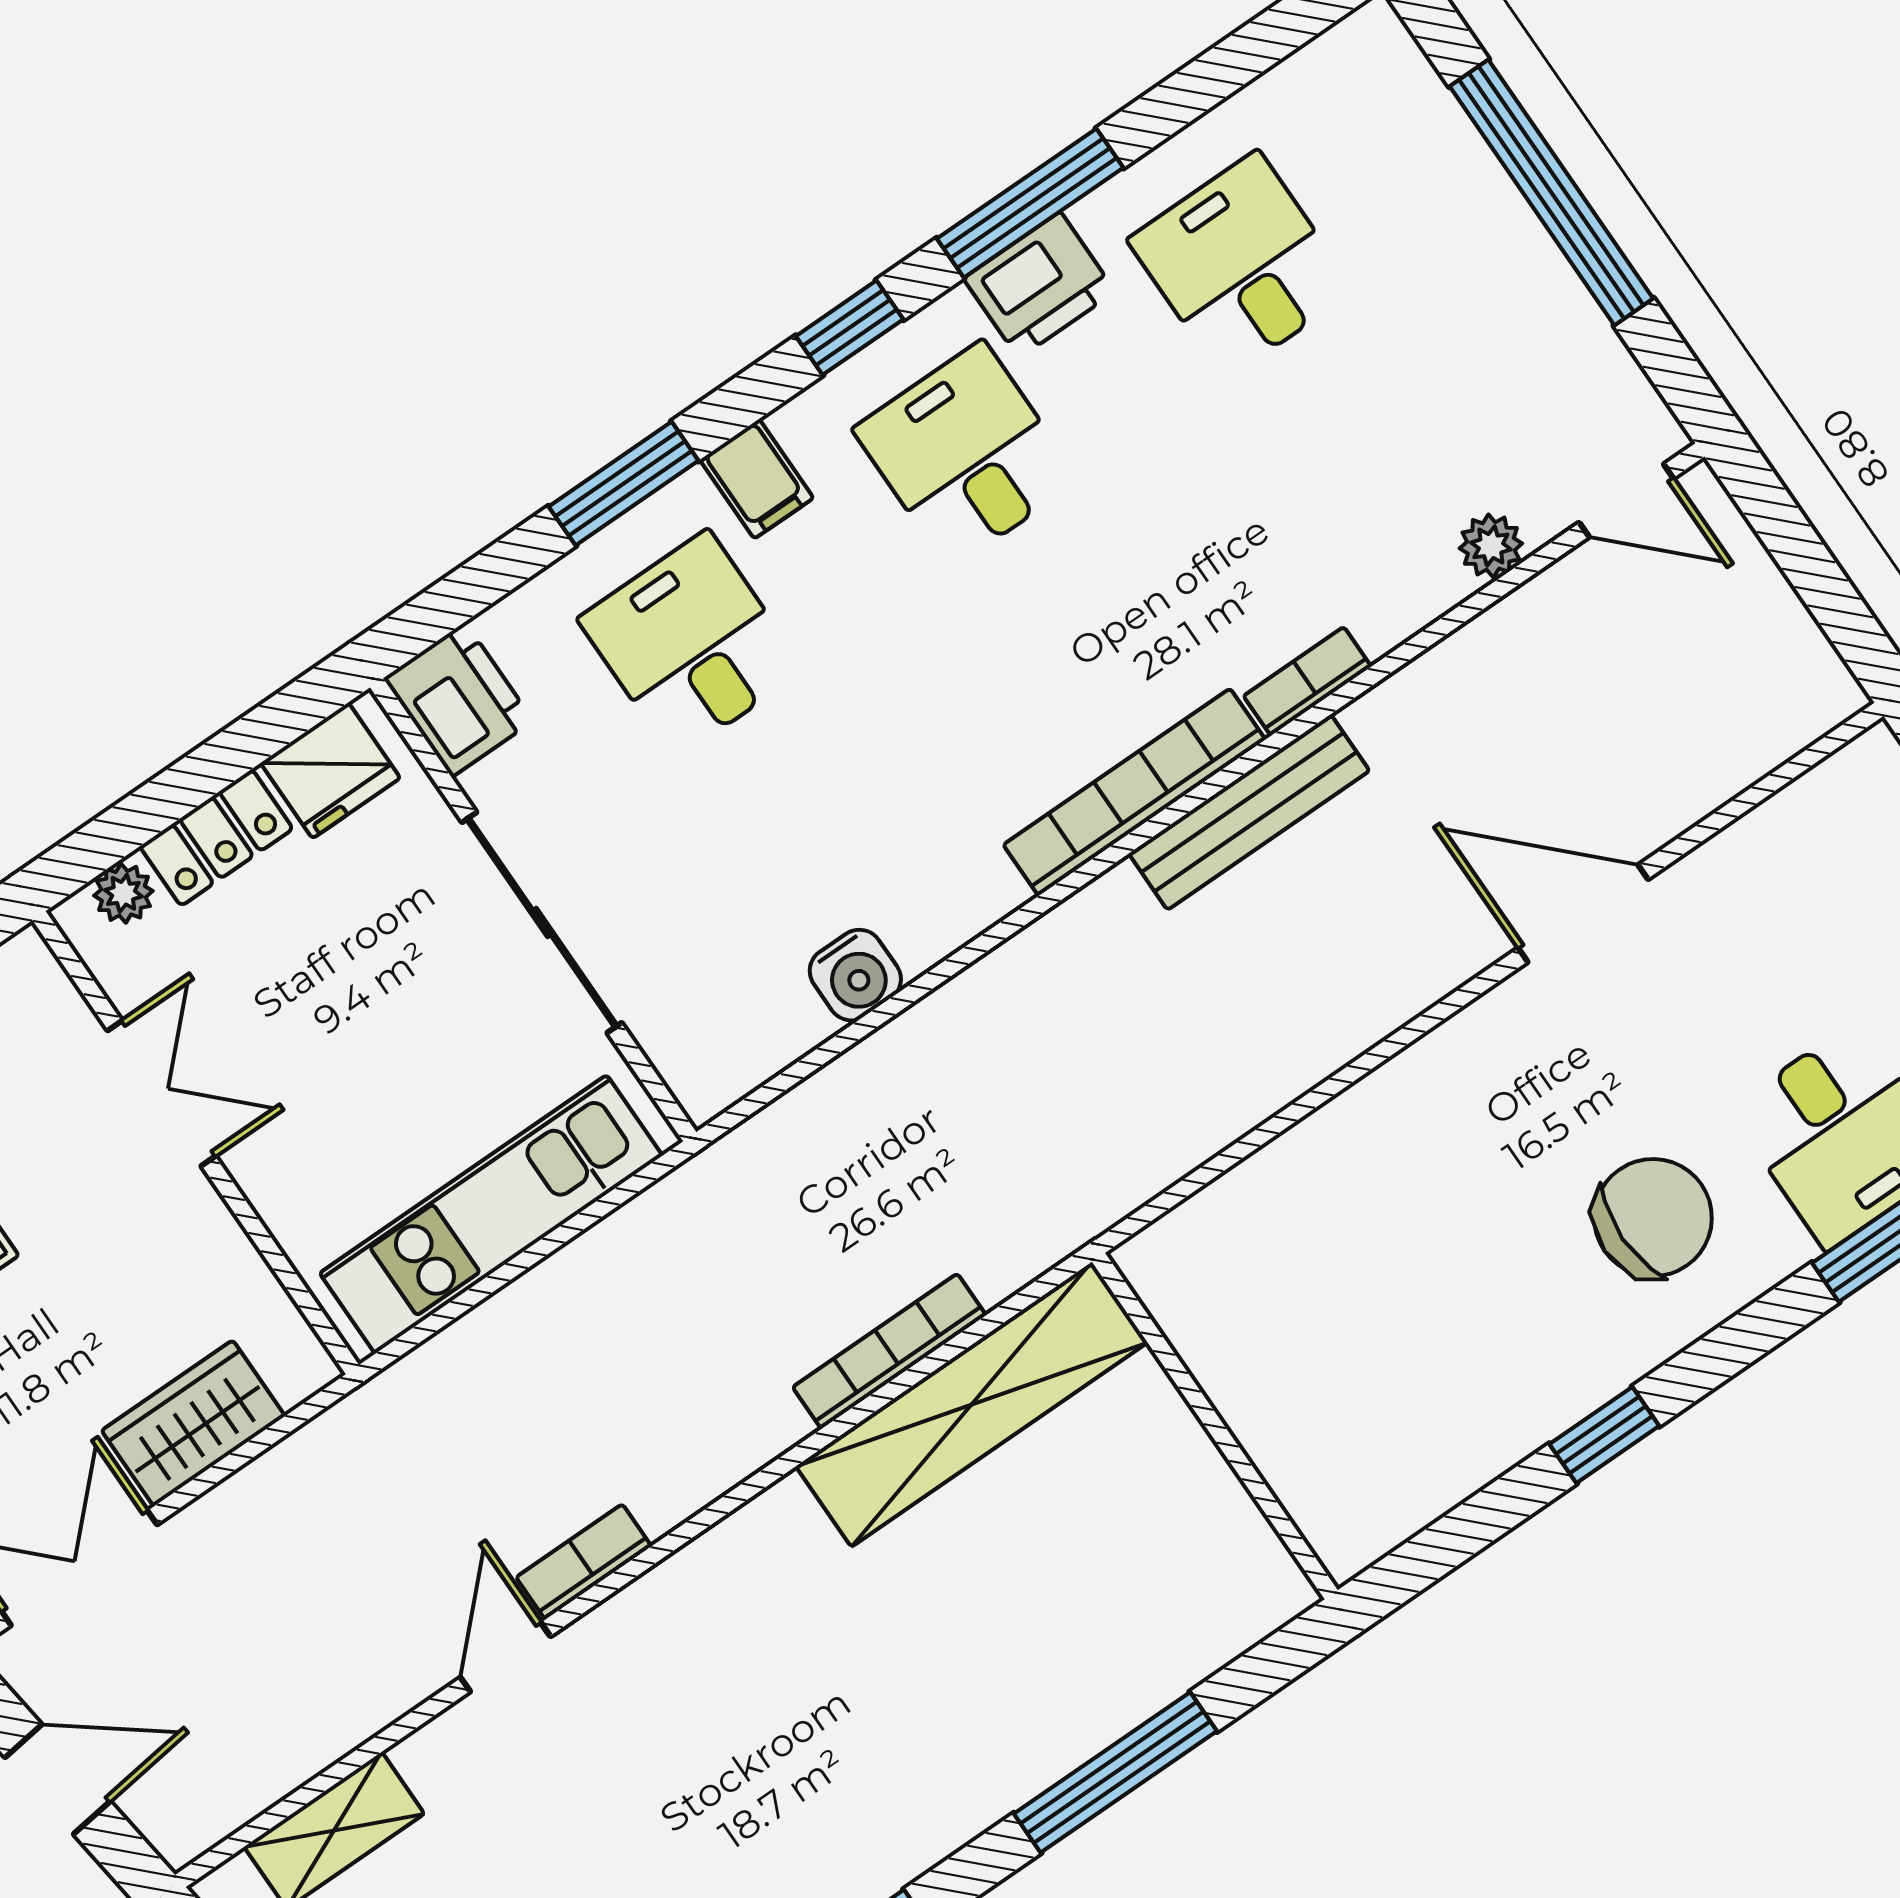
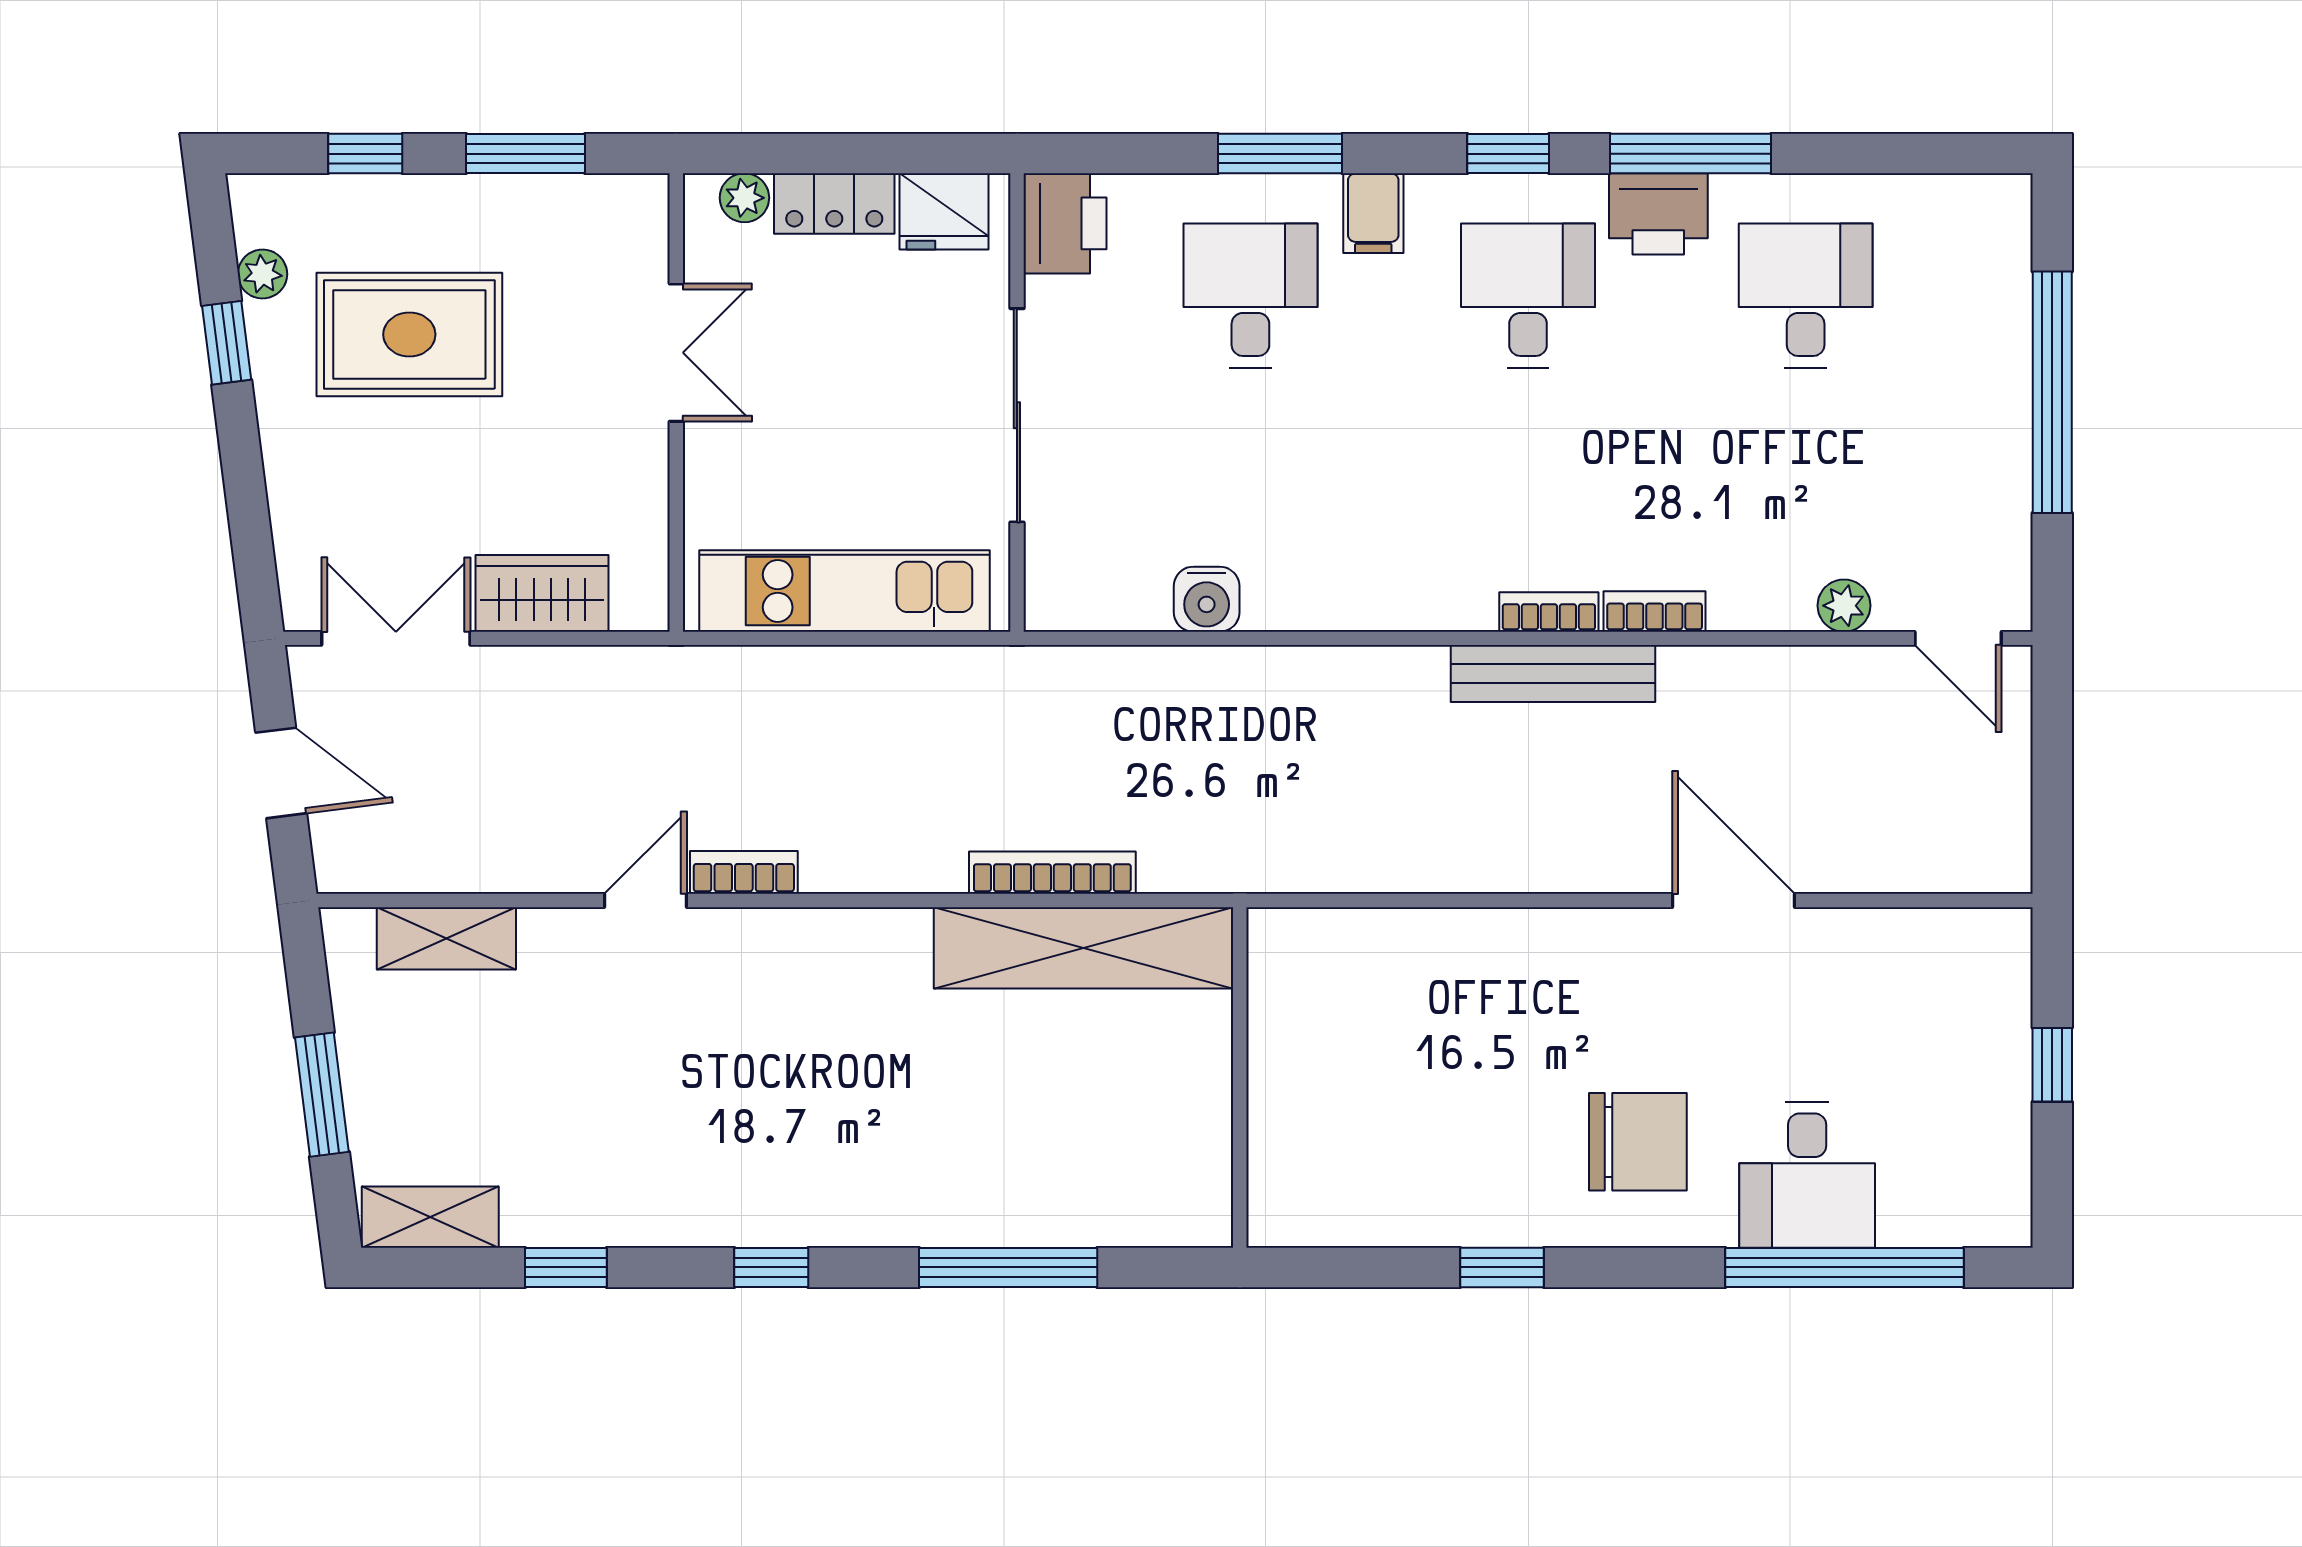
bookcase: (1134, 792) -> (1549, 612), width x0.43, depth x0.76

